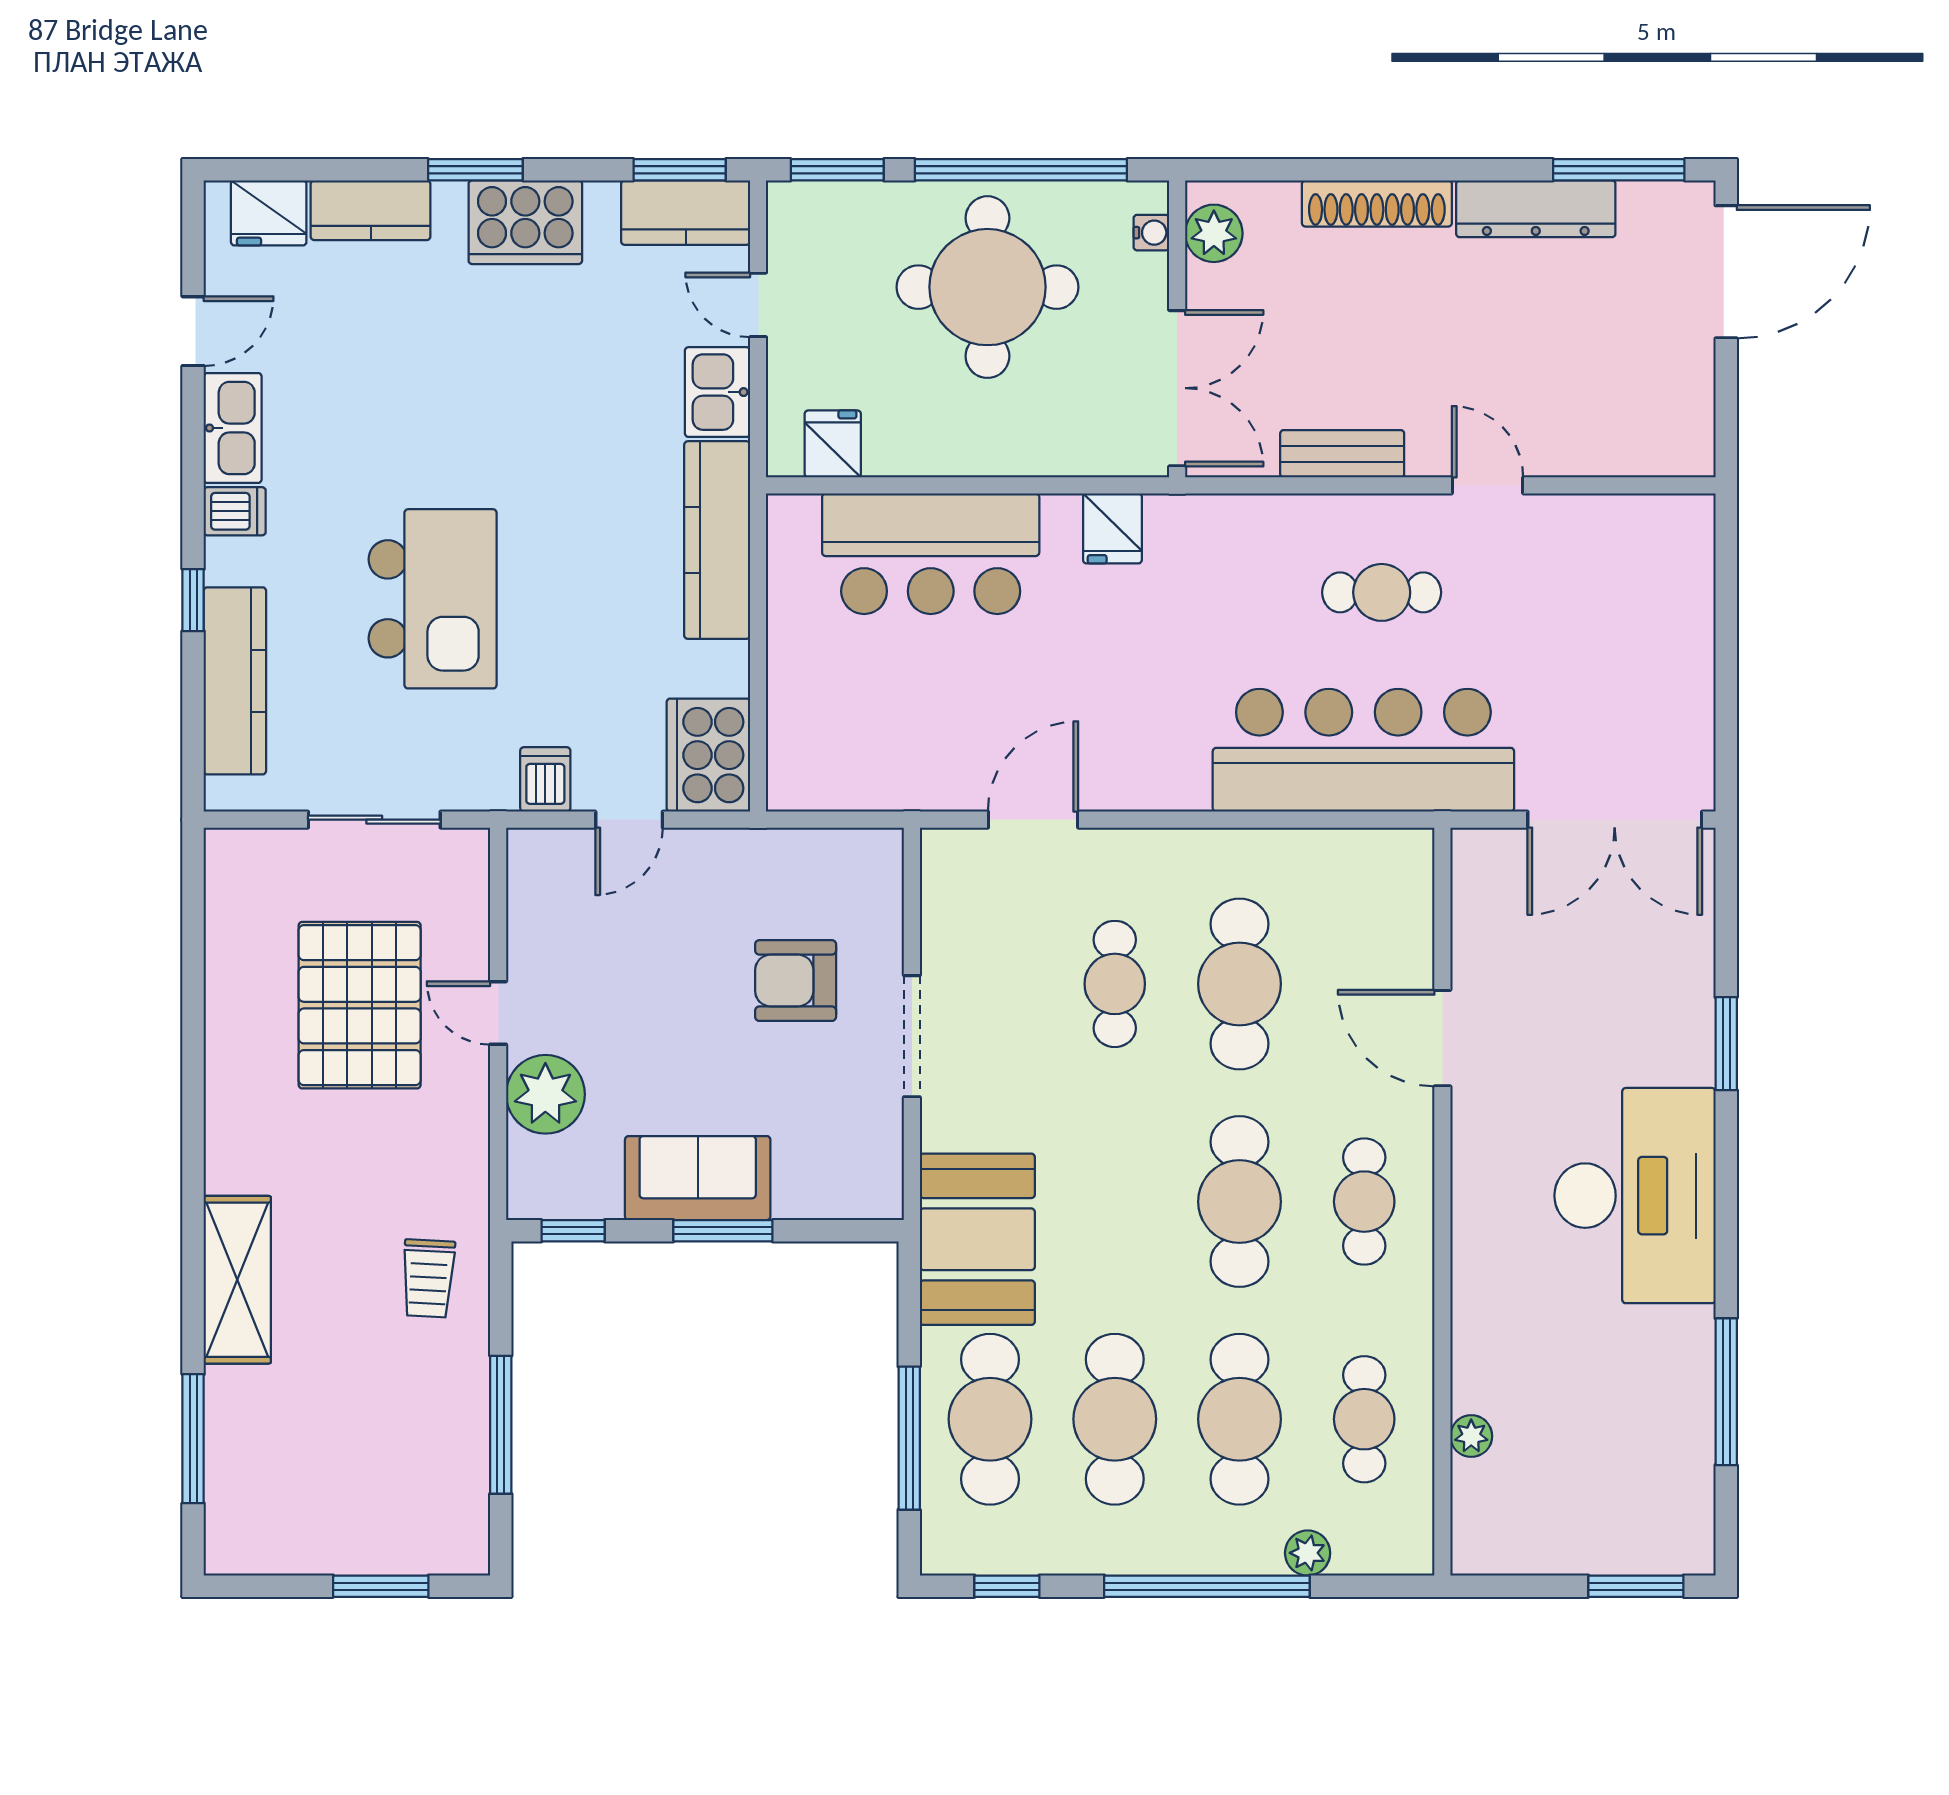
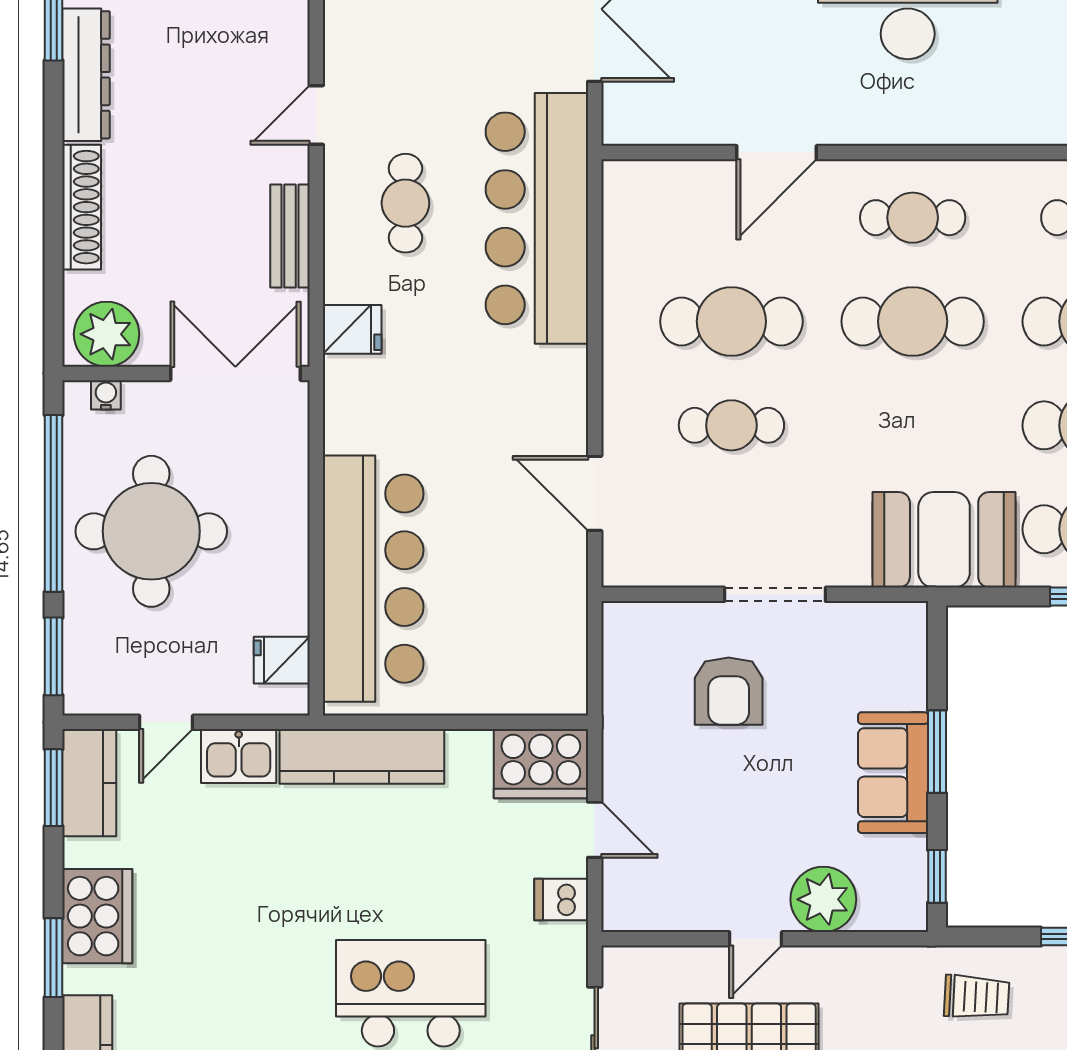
plant: (1214, 233) -> (107, 334), width x1.36, depth x1.36
fridge: (1112, 528) -> (352, 329), moved
bar counter: (931, 554) -> (373, 579), width x1.36

